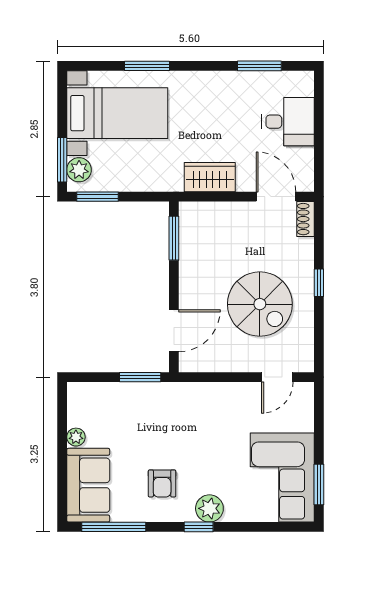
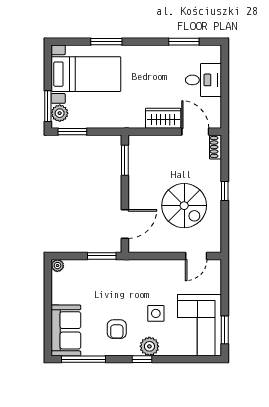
wardrobe: (210, 177) -> (163, 118), moved
plant: (76, 437) -> (57, 266), moved
side table: (219, 461) -> (156, 313), added

